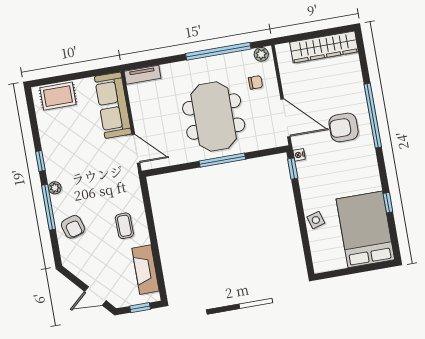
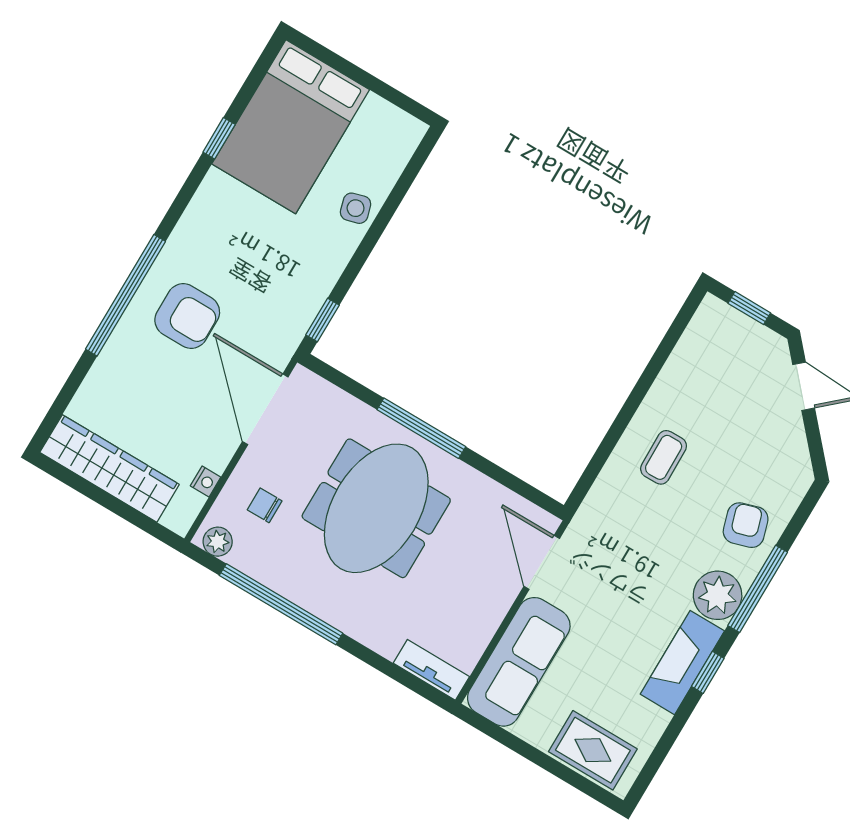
nightstand: (299, 155) -> (206, 481), moved
plant: (55, 188) -> (718, 595), width x1.87, depth x1.87
fireplace: (145, 270) -> (682, 663), moved, turned 180

